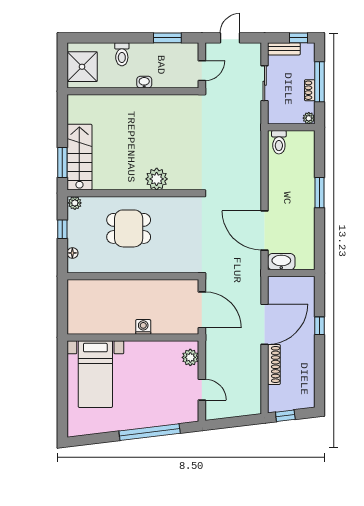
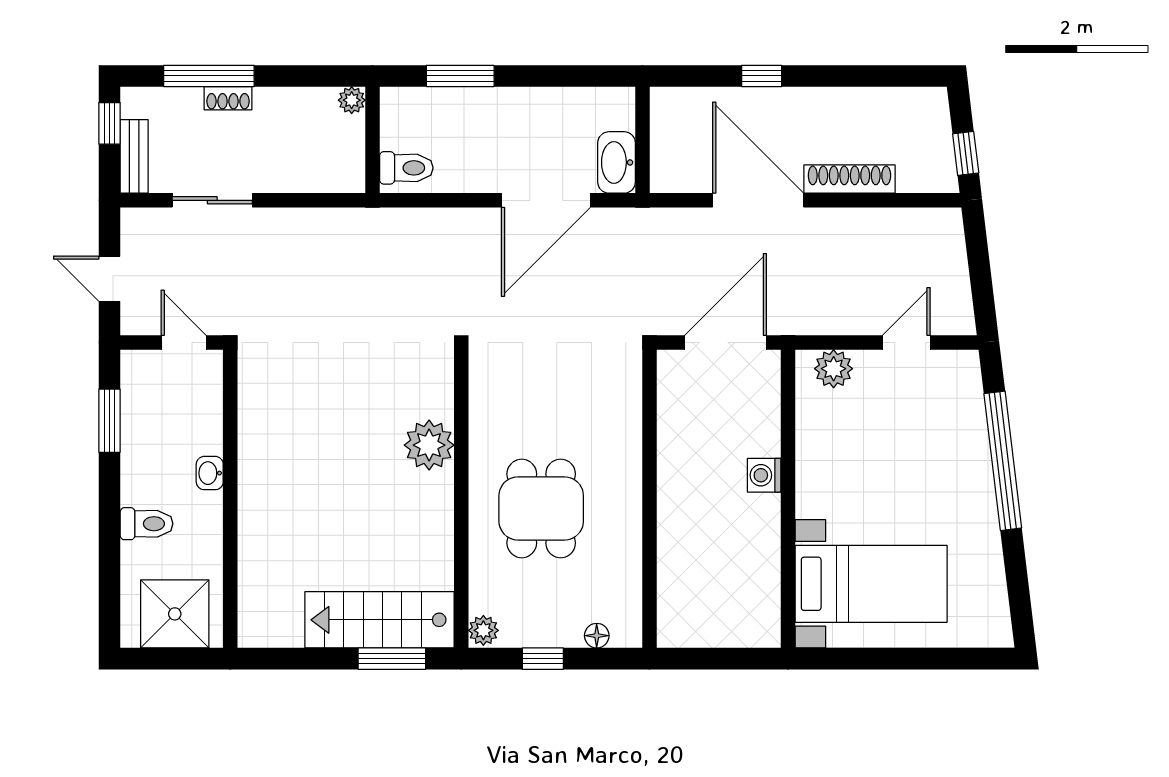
plant: (309, 118) -> (352, 100), moved
wall: (291, 127) -> (372, 140), moved
toilet: (279, 142) -> (406, 168), moved

